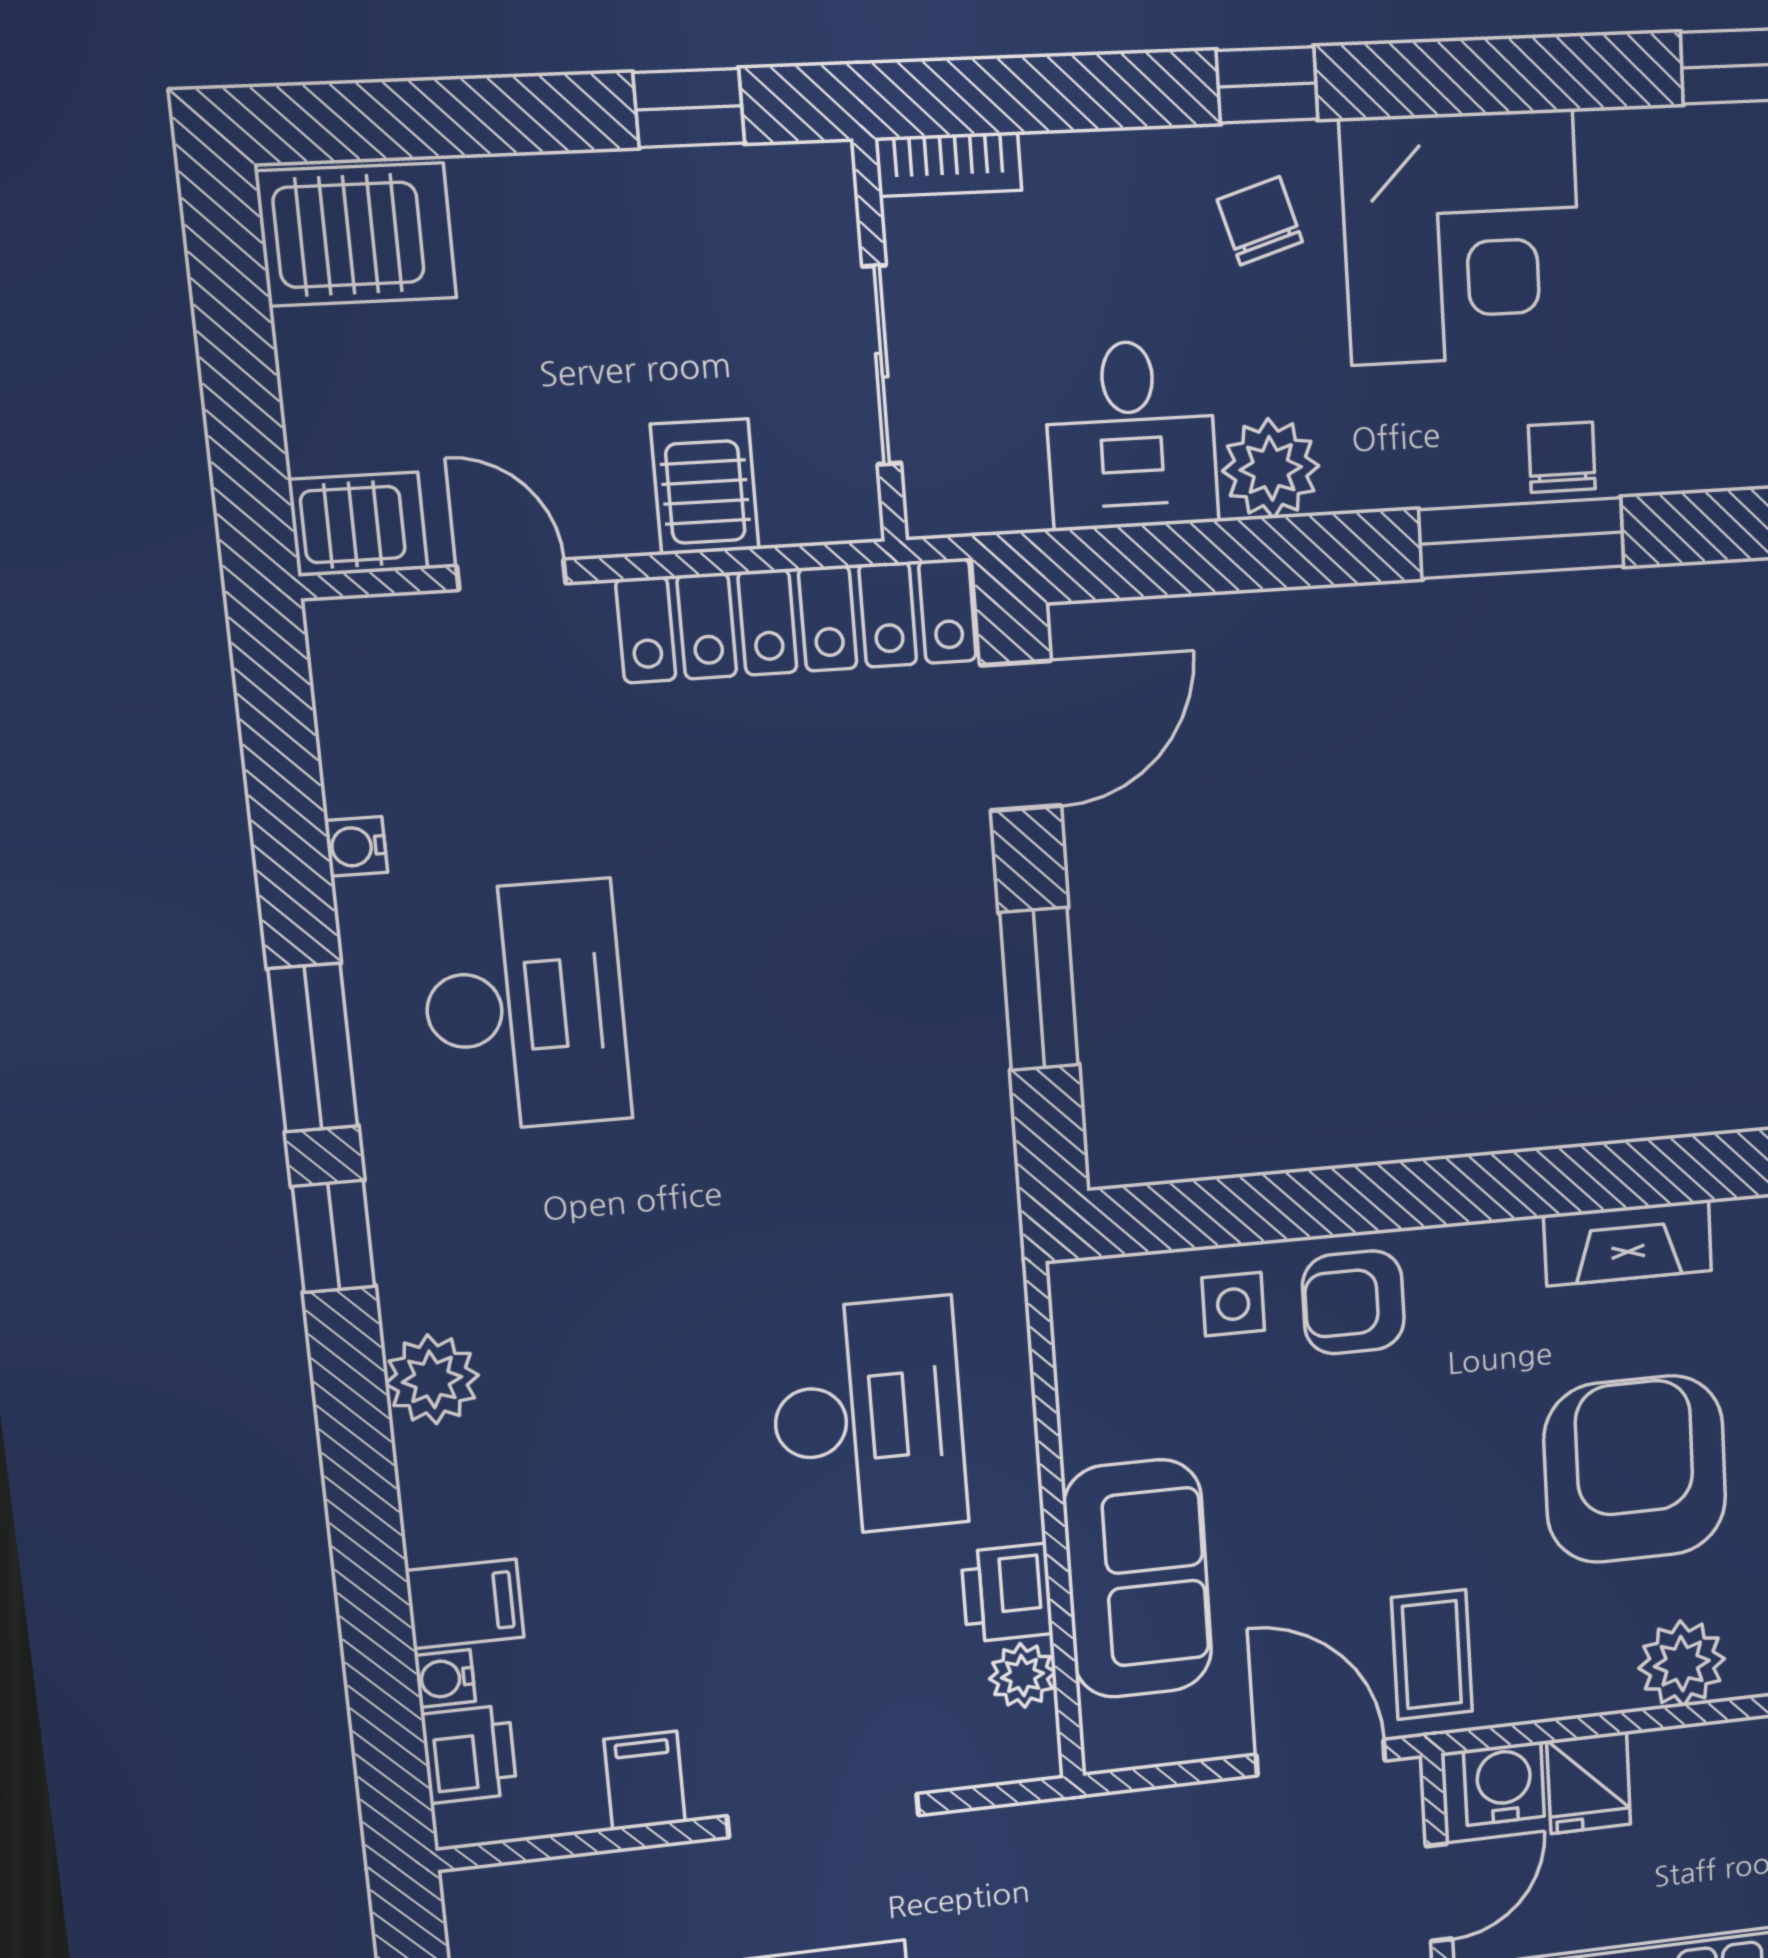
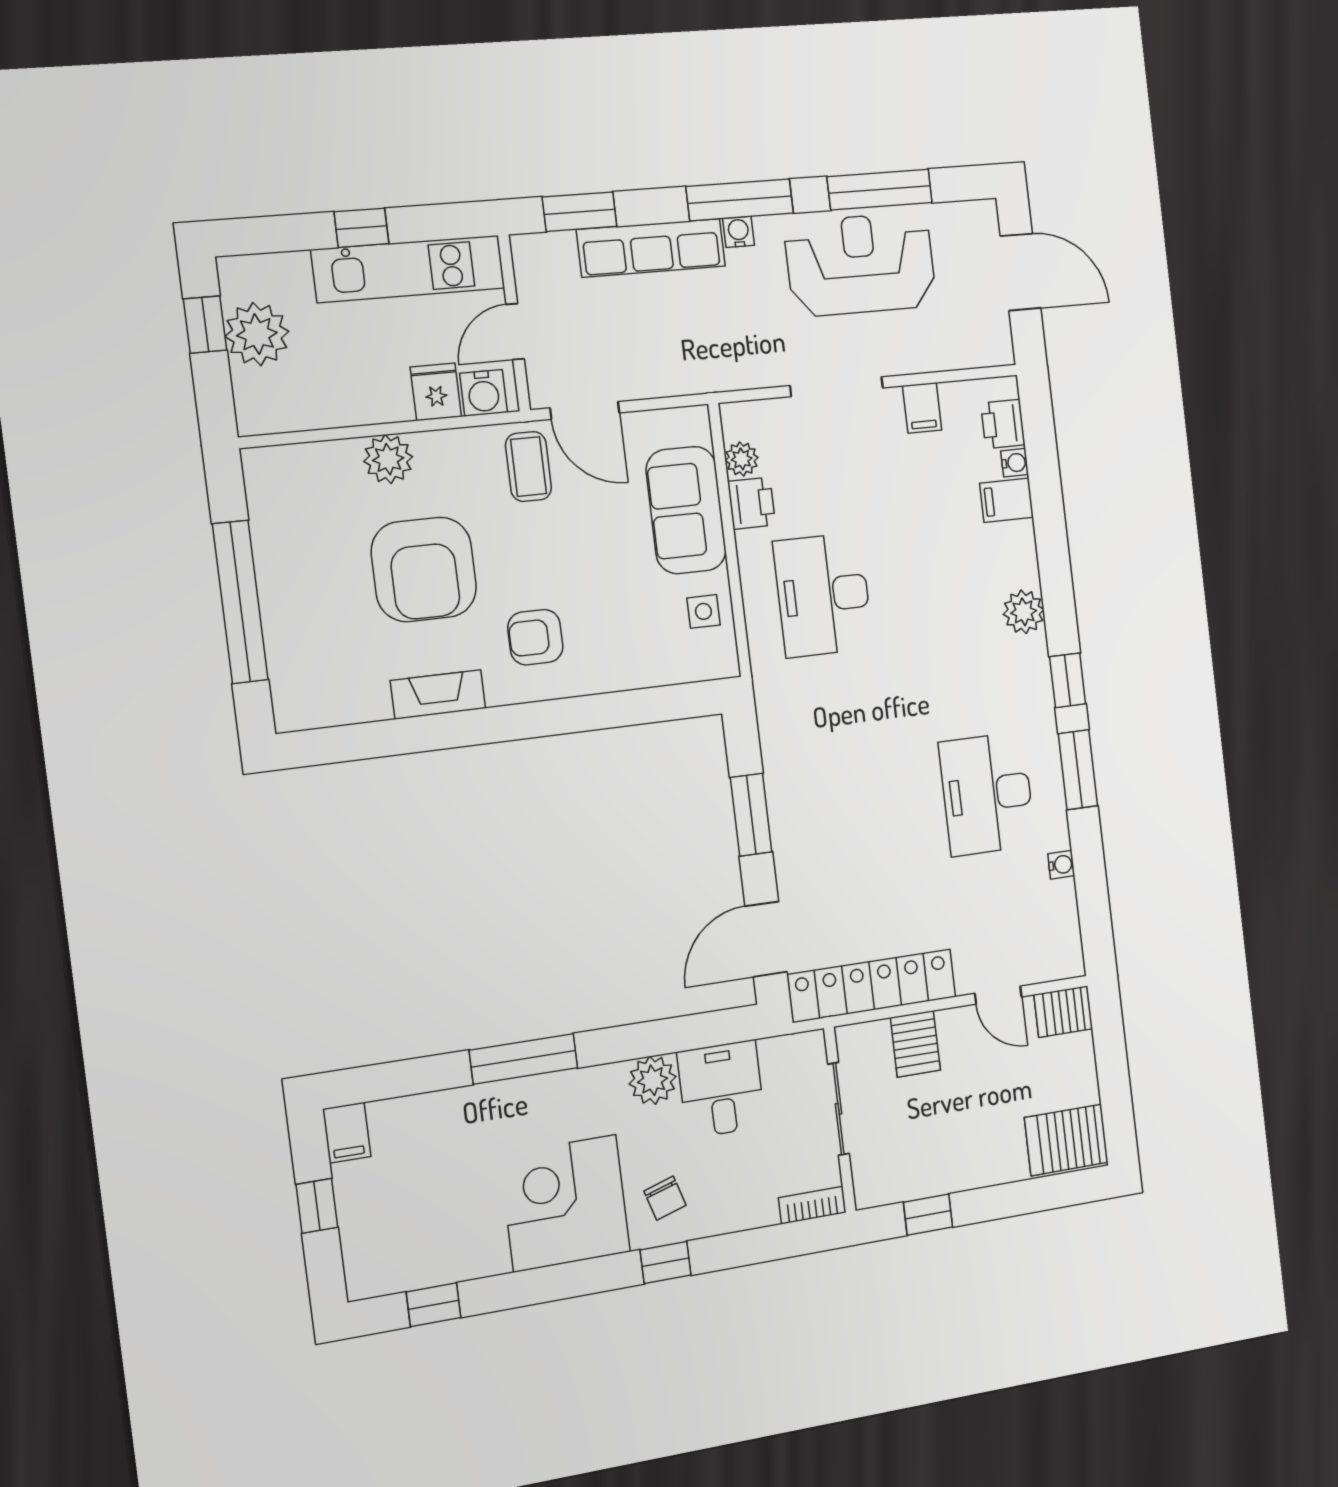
chair: (1562, 457) -> (506, 1101), removed
armchair: (1353, 1302) -> (535, 637), moved, turned 180
side table: (1233, 1304) -> (703, 611), moved

